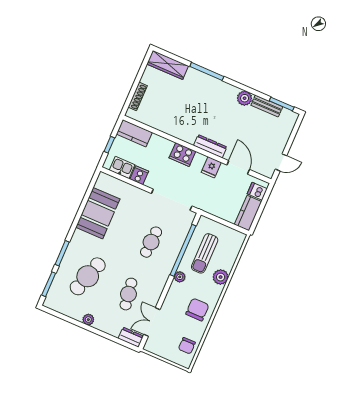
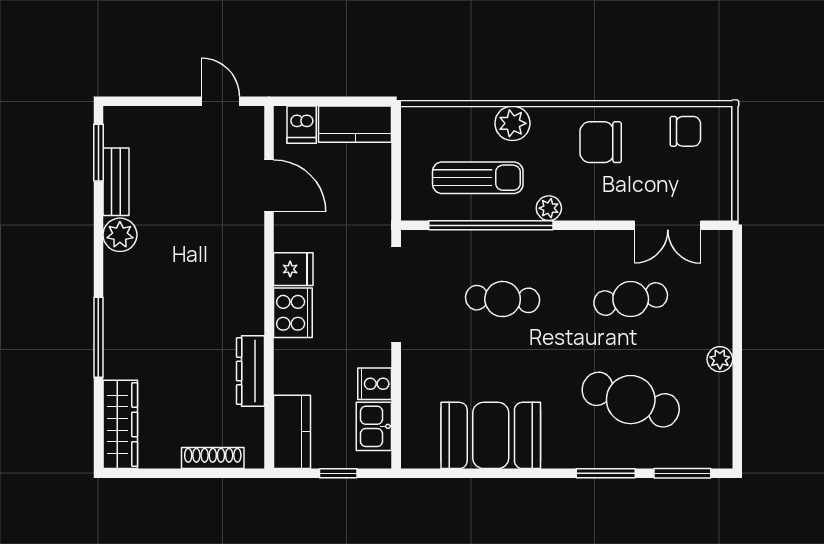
dresser: (210, 146) -> (251, 371), moved
fridge: (211, 167) -> (293, 269), moved
door: (238, 167) -> (269, 186), swing flipped
dresser: (131, 337) -> (718, 255), removed

